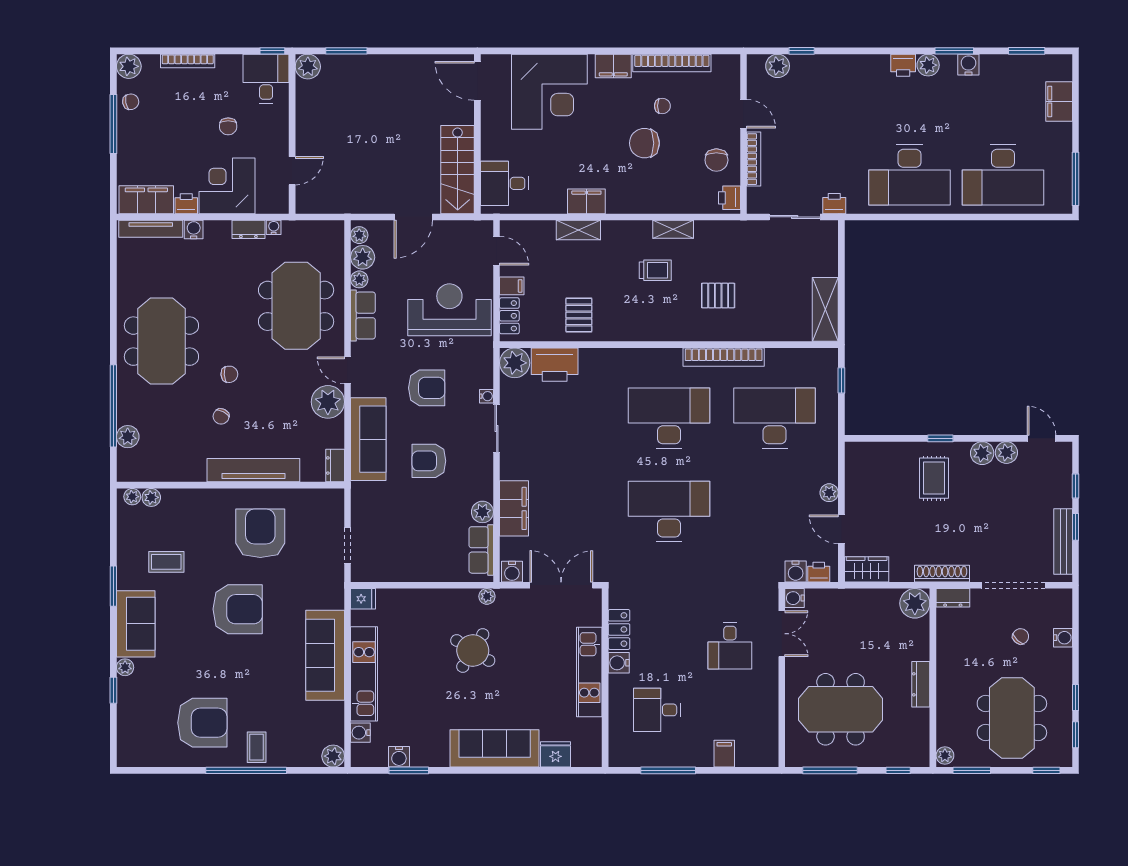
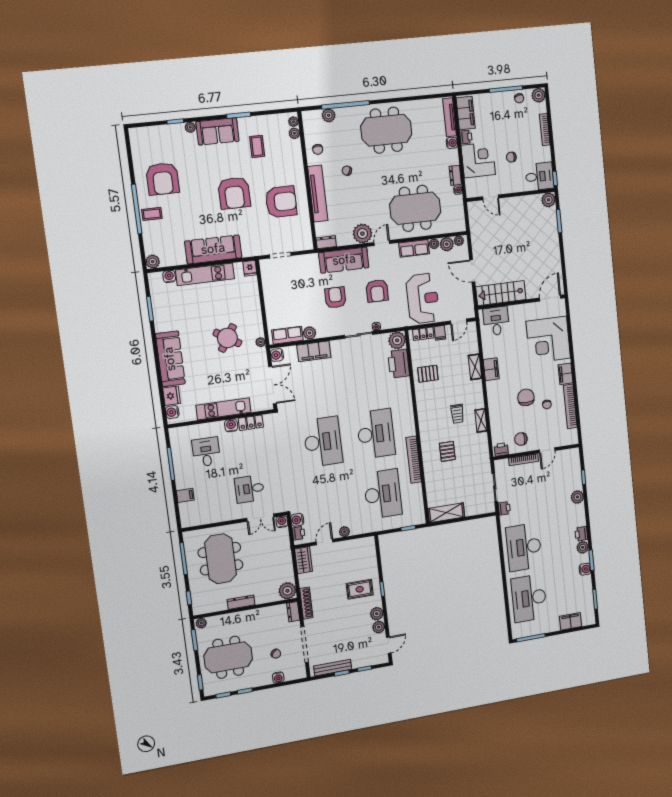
plant: (778, 66) -> (577, 497), moved
chair: (229, 374) -> (318, 149), moved
water cooler: (399, 757) -> (172, 412), moved

